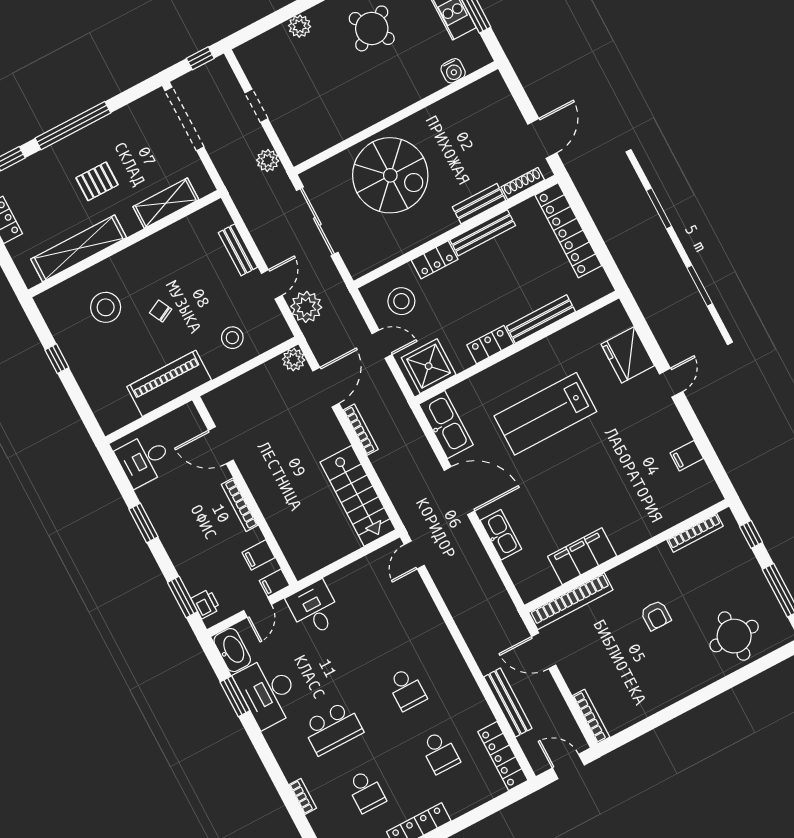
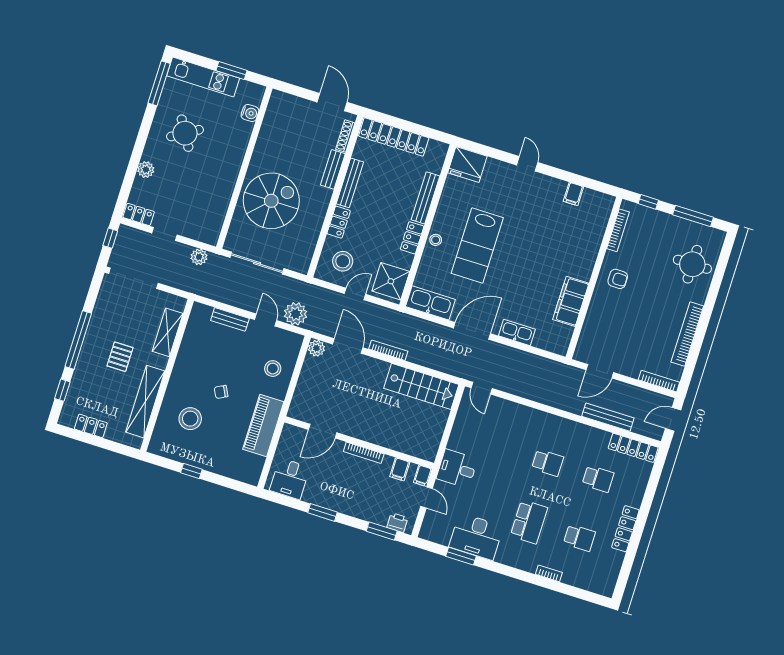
locker: (250, 62) -> (139, 214), added
fridge: (628, 355) -> (467, 164), moved
stool: (511, 369) -> (436, 240), added
bookcase: (571, 601) -> (687, 334), moved, turned 180
armchair: (656, 615) -> (618, 279), moved
washbasin: (232, 650) -> (435, 533), removed

